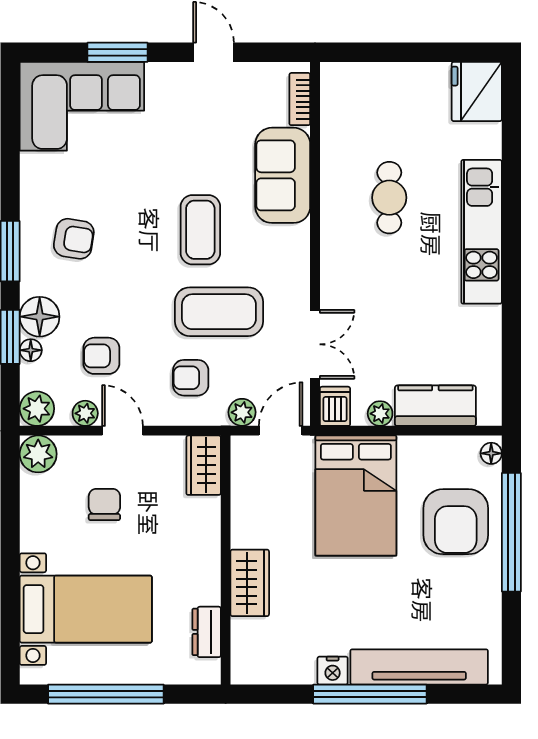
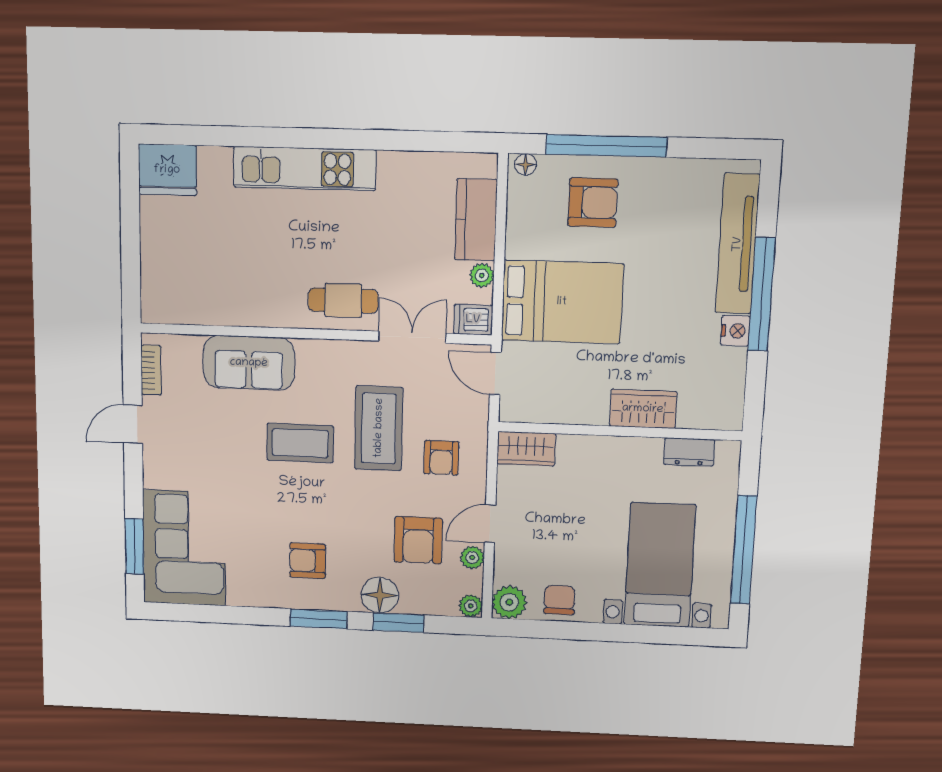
window: (117, 52) -> (134, 546), moved
bookcase: (300, 99) -> (151, 370), moved, turned -90
cafe table: (389, 198) -> (343, 301), moved
armchair: (74, 239) -> (308, 561), turned -99
floor lamp: (31, 350) -> (411, 605), removed
armchair: (101, 356) -> (418, 540), width x1.38, depth x1.38
plant: (37, 409) -> (471, 606), width x0.73, depth x0.73
plant: (242, 412) -> (476, 410), removed
chair: (104, 504) -> (559, 600), moved, turned 90
armchair: (456, 522) -> (593, 202), width x0.73, depth x0.73

